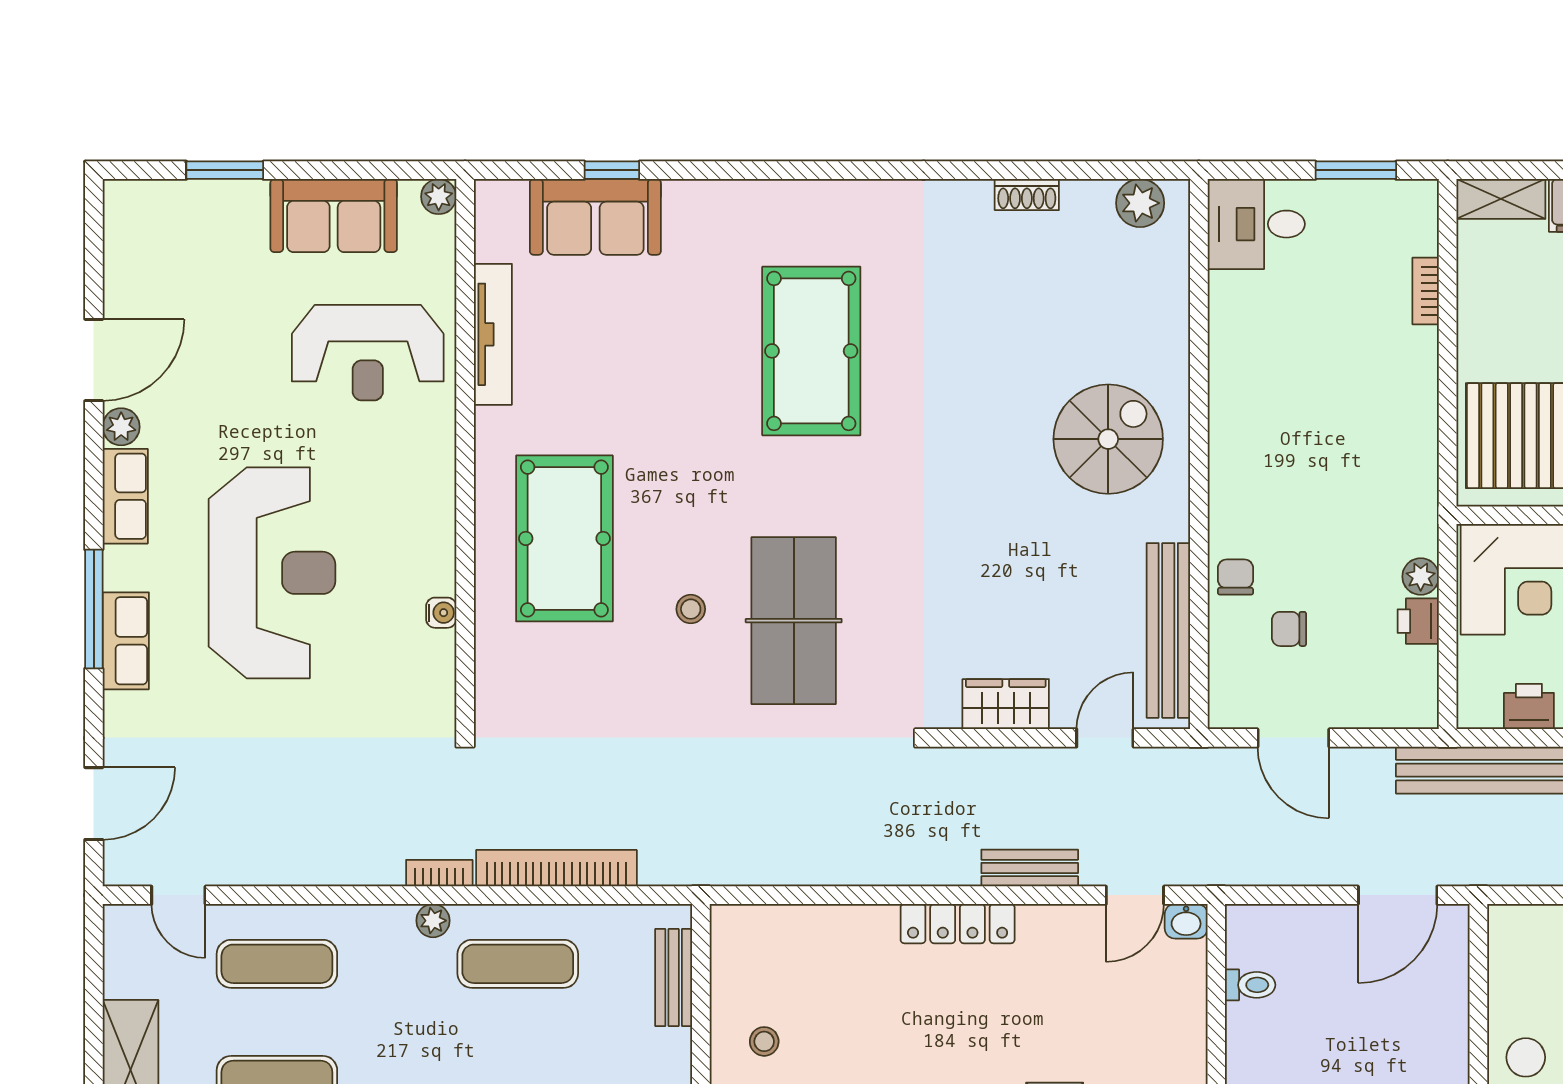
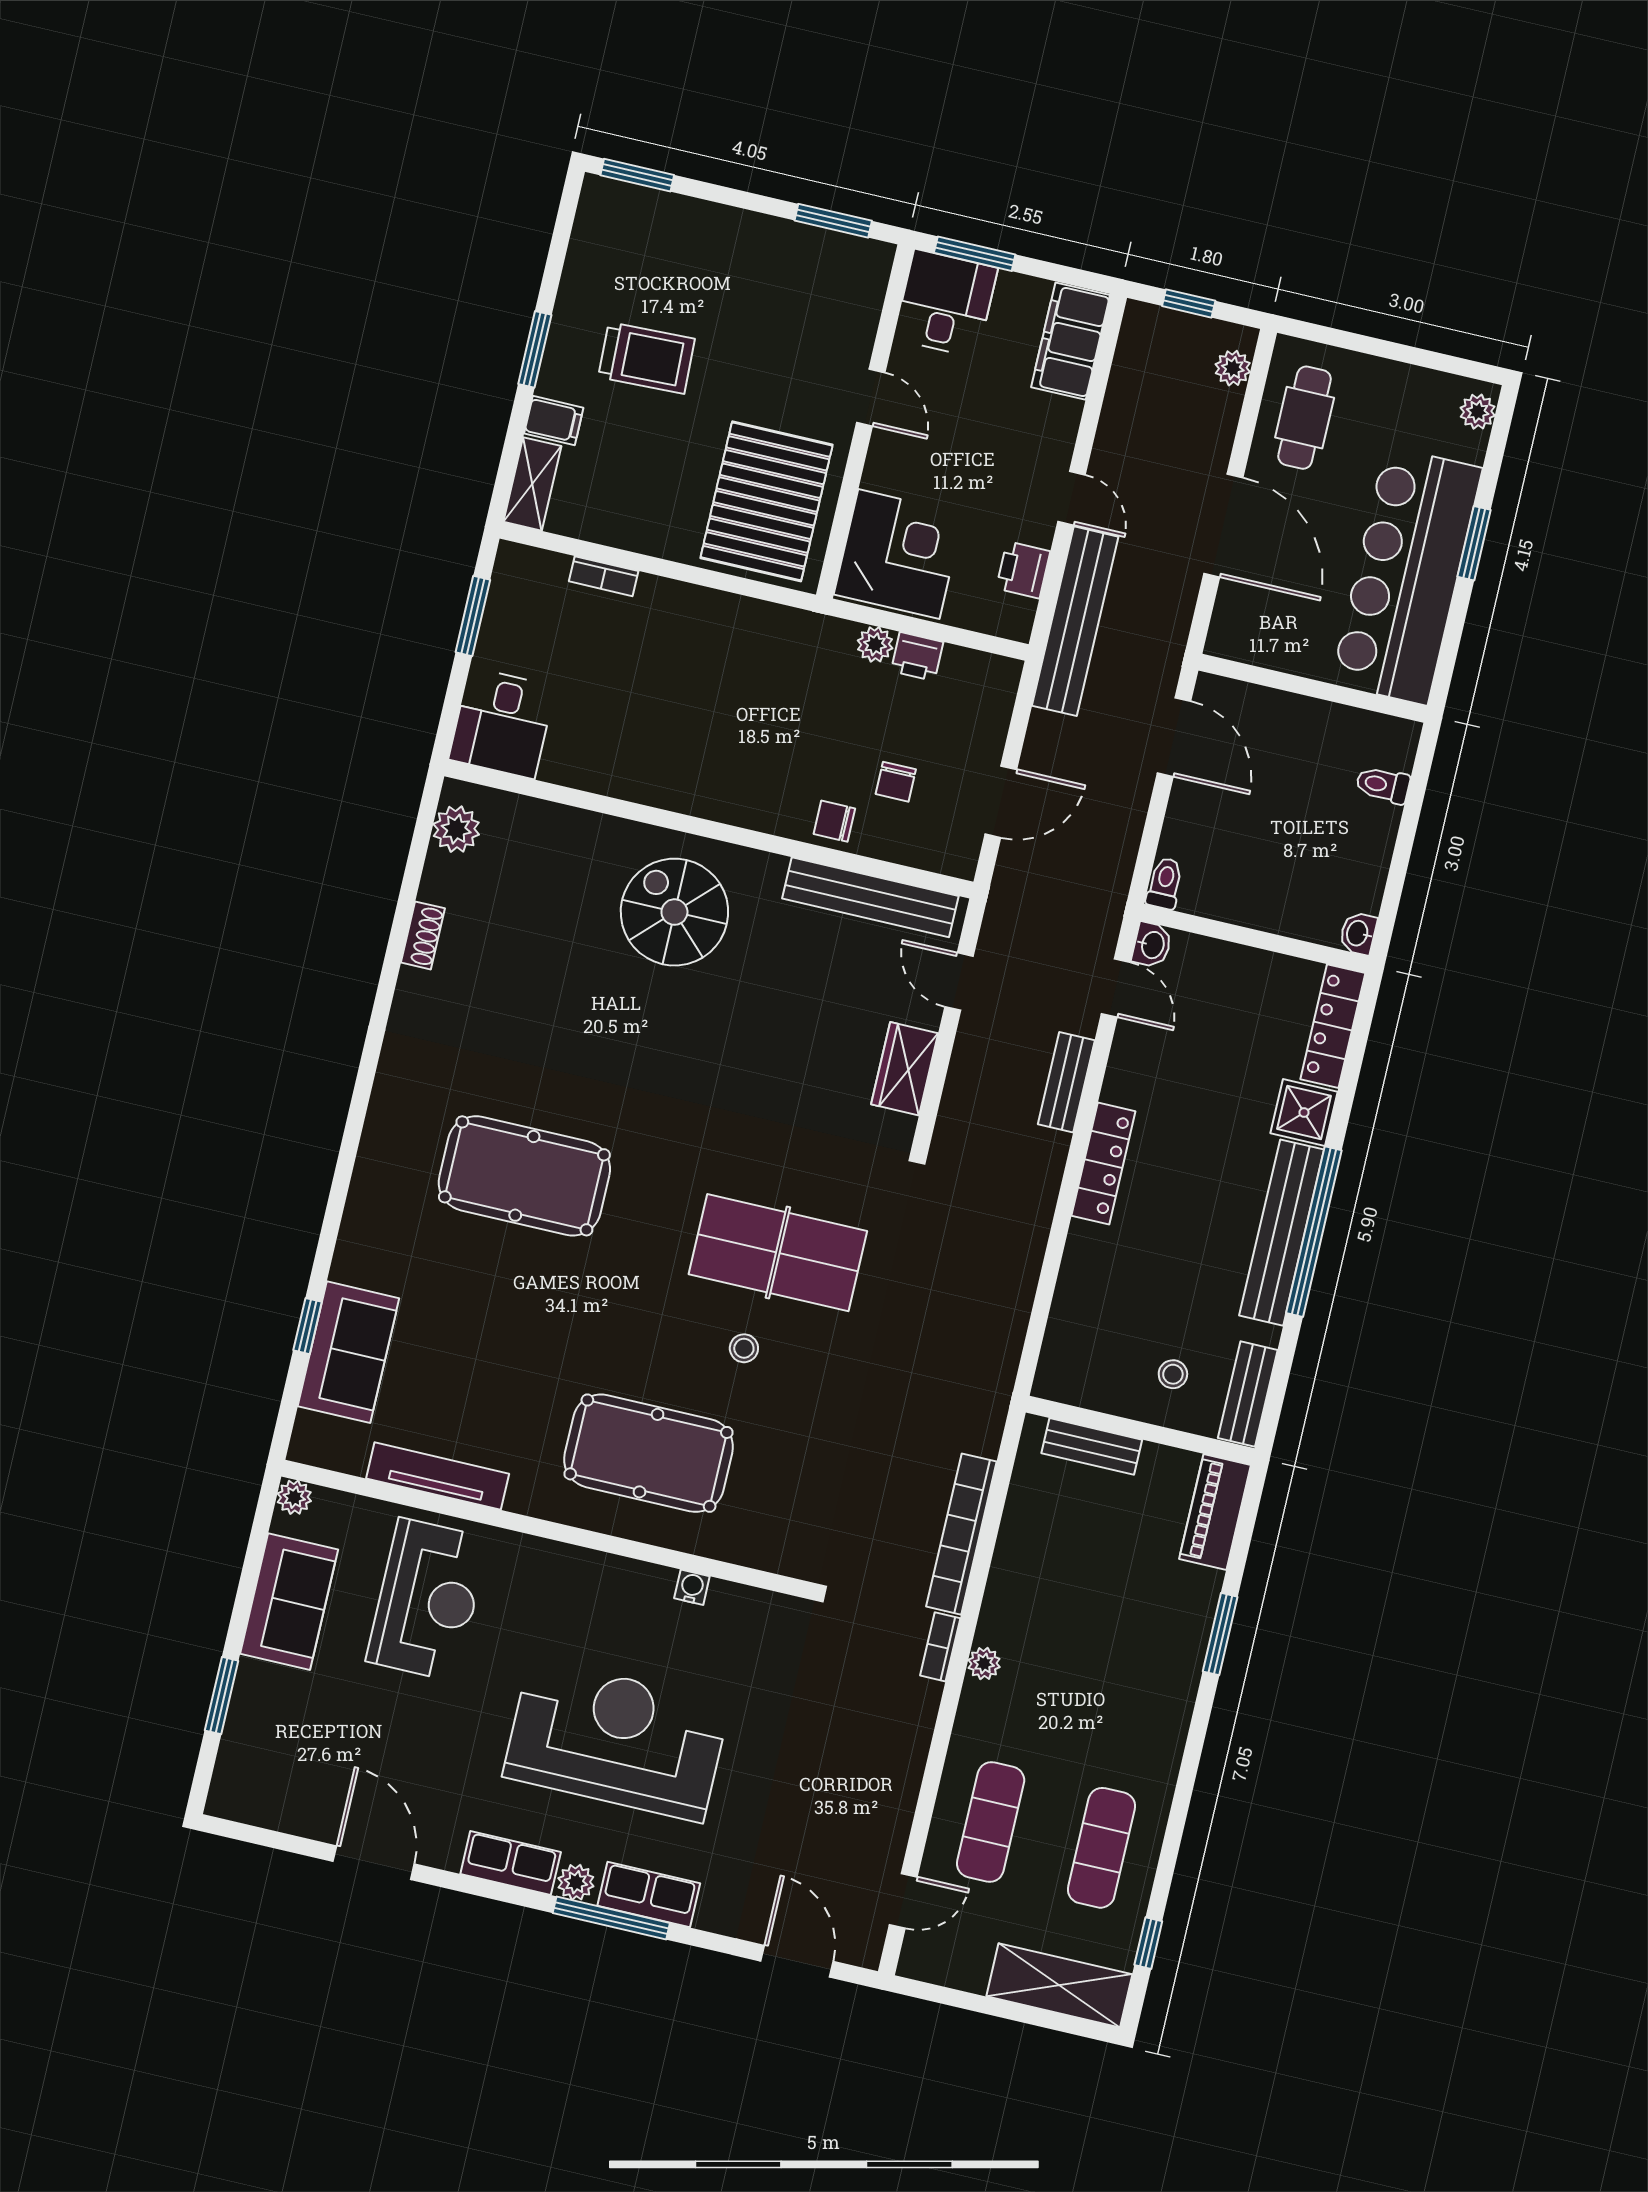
plant: (121, 427) -> (576, 1882), moved
exercise mat: (518, 964) -> (1044, 1592), removed
toilet: (1250, 985) -> (1165, 883), moved

